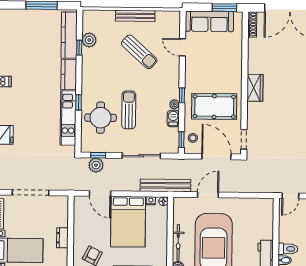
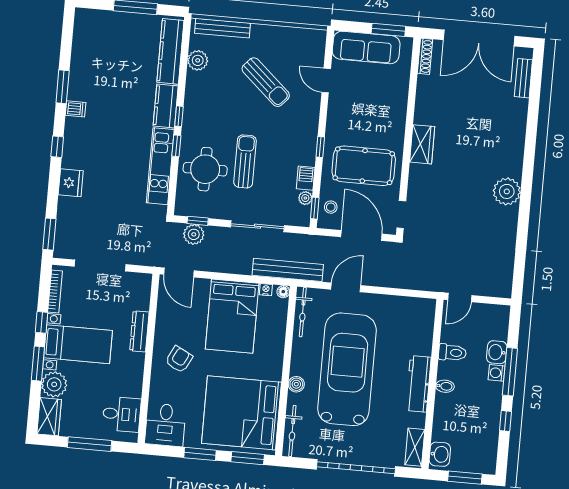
bench: (135, 16) -> (222, 28), moved
window: (79, 48) -> (179, 116), moved
plant: (174, 104) -> (305, 198), moved
door: (100, 193) -> (179, 272), moved
dresser: (62, 238) -> (139, 331), width x1.44
bicycle: (178, 242) -> (303, 312), moved
toilet: (288, 249) -> (452, 353), moved

